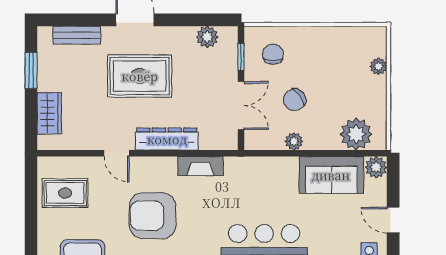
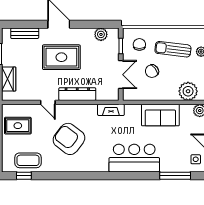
sun lounger: (330, 62) -> (173, 49), added
plant: (294, 141) -> (152, 95), removed
fireplace: (200, 166) -> (111, 110), moved
sofa: (331, 175) -> (160, 115), moved
armchair: (153, 216) -> (69, 139), turned 37

